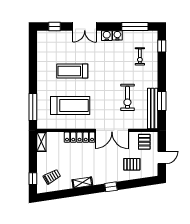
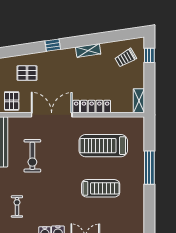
exercise bike: (127, 97) -> (32, 156), turned 180
window: (33, 107) -> (149, 168), moved

